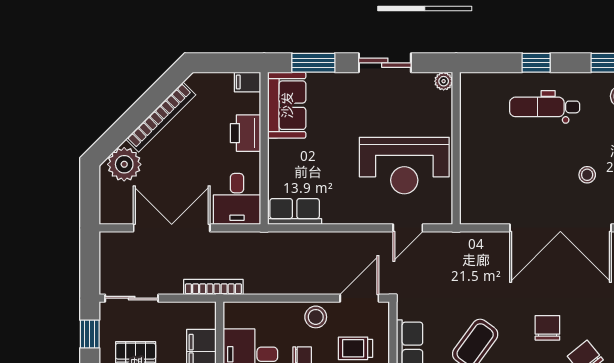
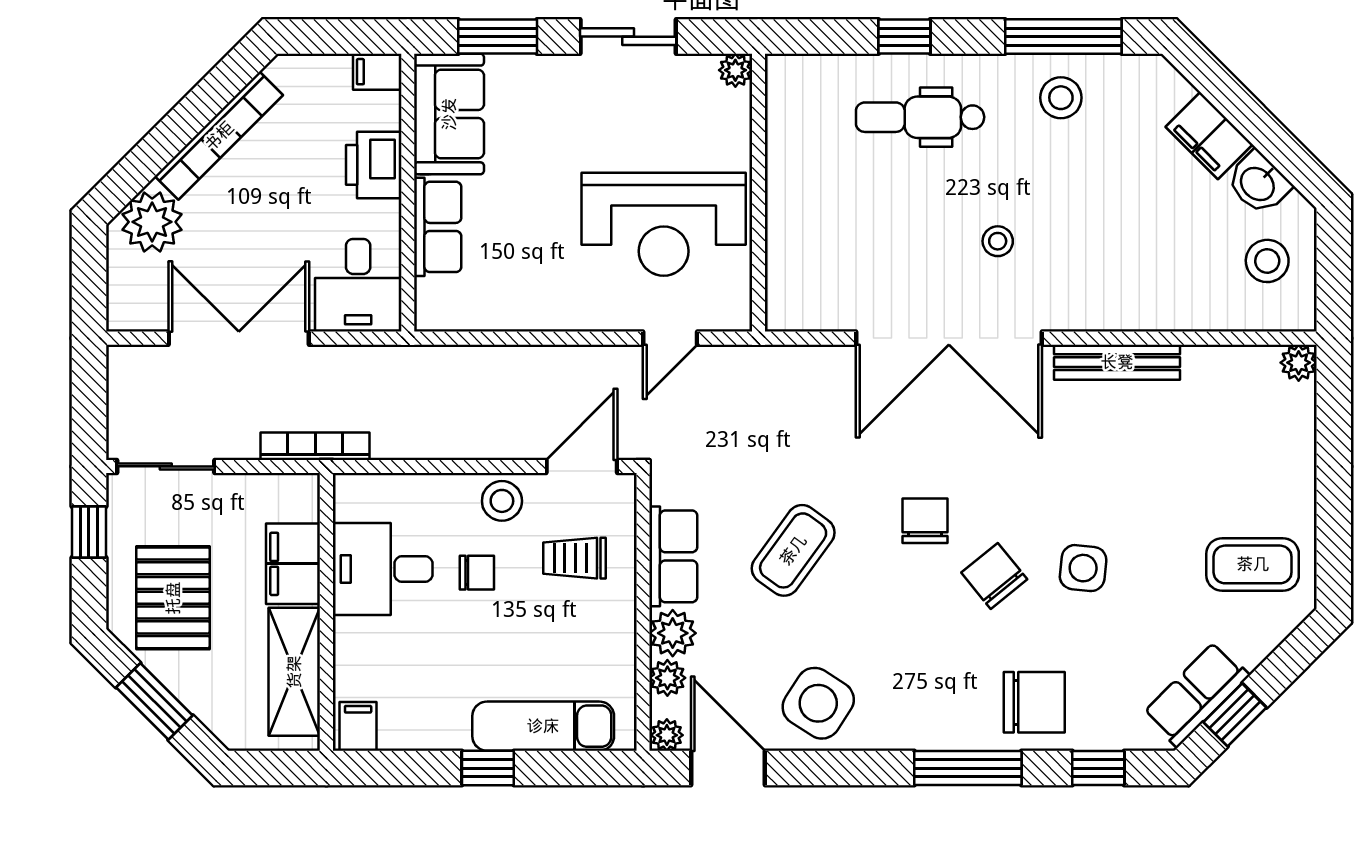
row of seats: (295, 211) -> (438, 227), moved, turned 90

